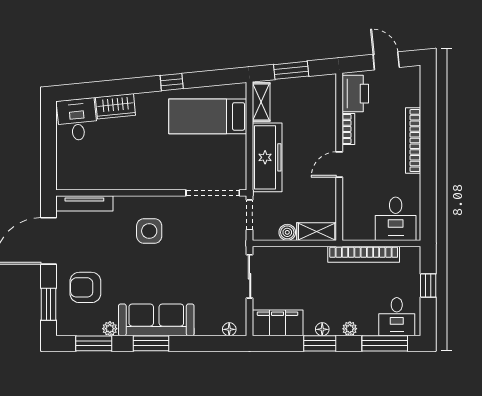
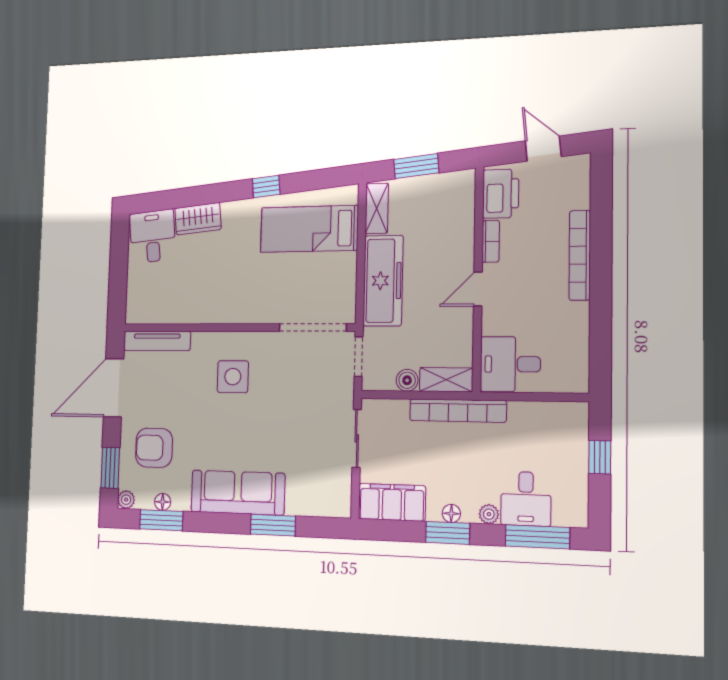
desk: (396, 219) -> (510, 364), moved, turned 90
bookcase: (364, 254) -> (458, 411), moved
desk: (397, 317) -> (526, 499), moved
plant: (110, 329) -> (126, 500), moved
floor lamp: (229, 329) -> (163, 502), moved
window: (151, 343) -> (273, 525), moved

